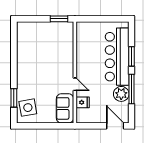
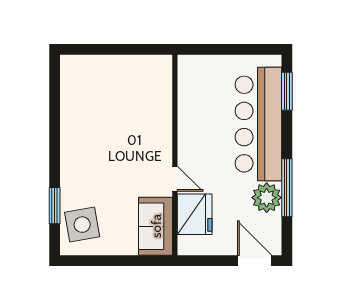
window: (59, 19) -> (144, 49), removed
window: (132, 56) -> (287, 91), moved
fridge: (83, 102) -> (195, 214), width x1.88, depth x1.34

